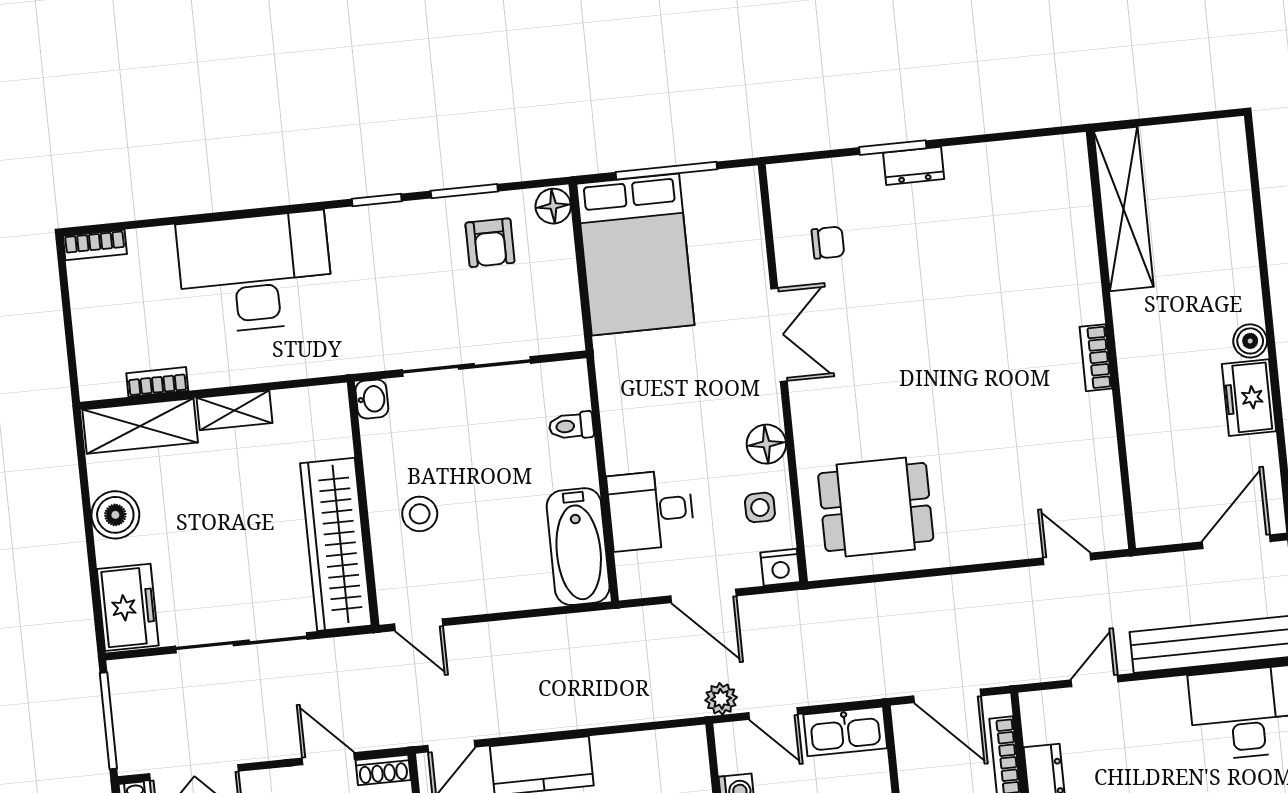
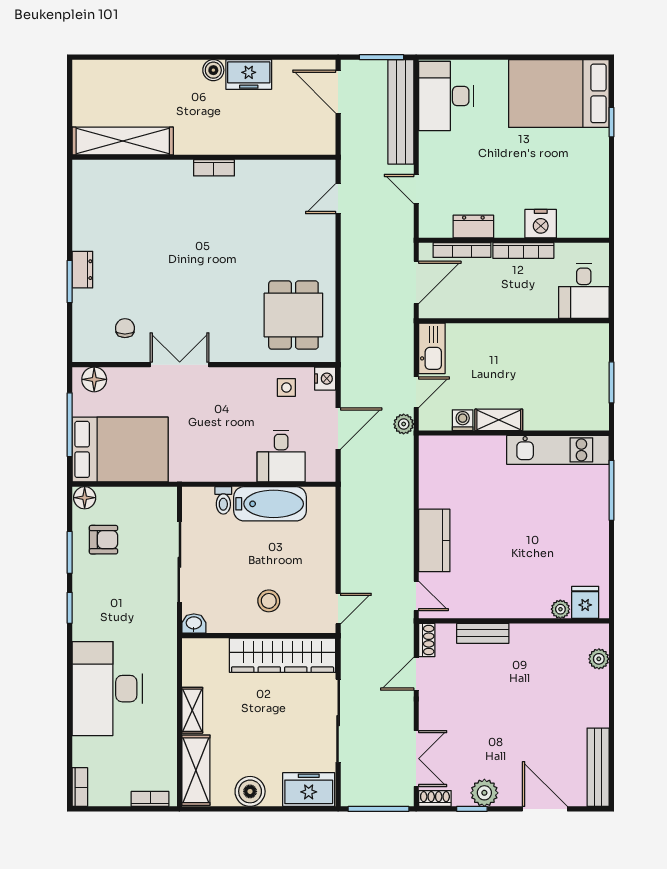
bookcase: (157, 382) -> (150, 799), moved, turned 90
floor lamp: (766, 444) -> (94, 379), moved
bathtub: (578, 547) -> (270, 504), moved

